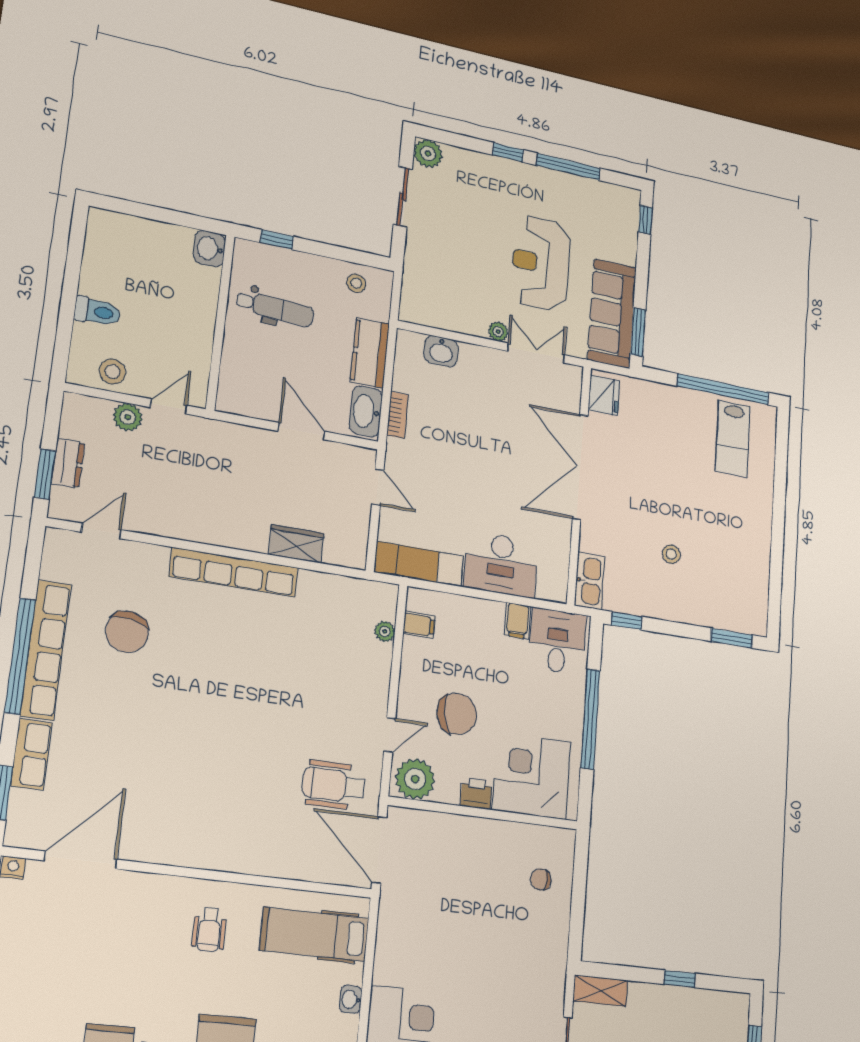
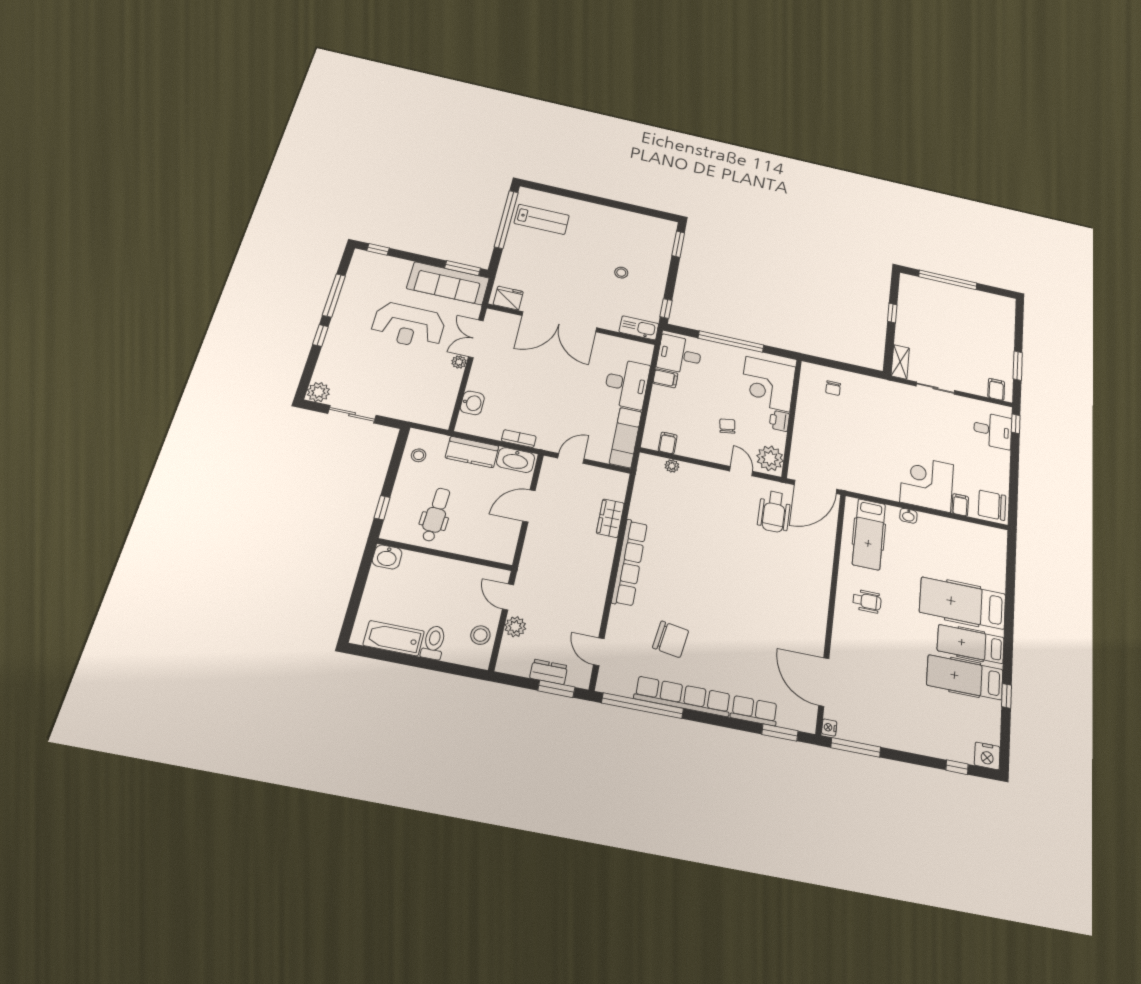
bathtub: (99, 261) -> (394, 638), added
window: (20, 656) -> (643, 706), moved
chair: (457, 714) -> (727, 426), width x0.54, depth x0.54

